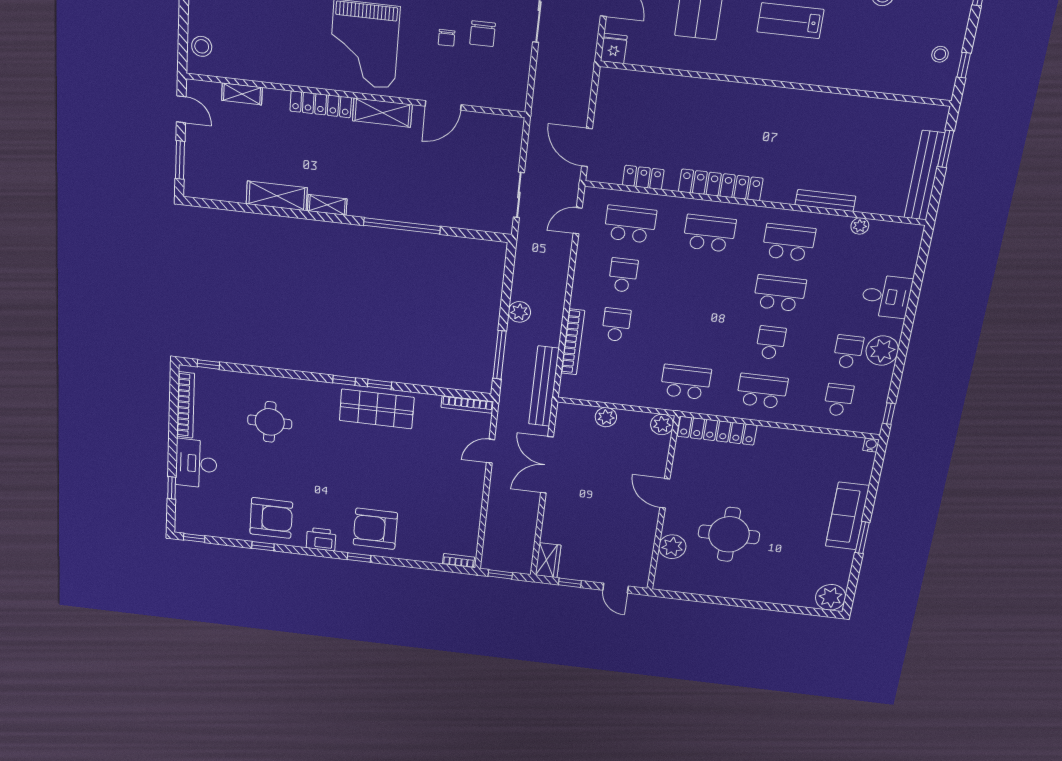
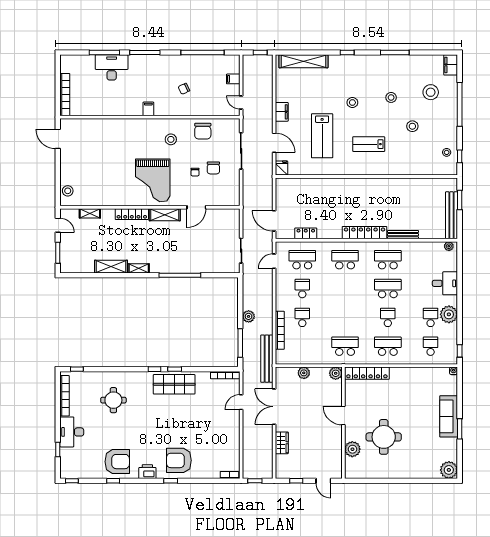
locker: (721, 185) -> (365, 233), moved
plant: (860, 226) -> (449, 246), moved
wardrobe: (548, 560) -> (282, 443), moved

